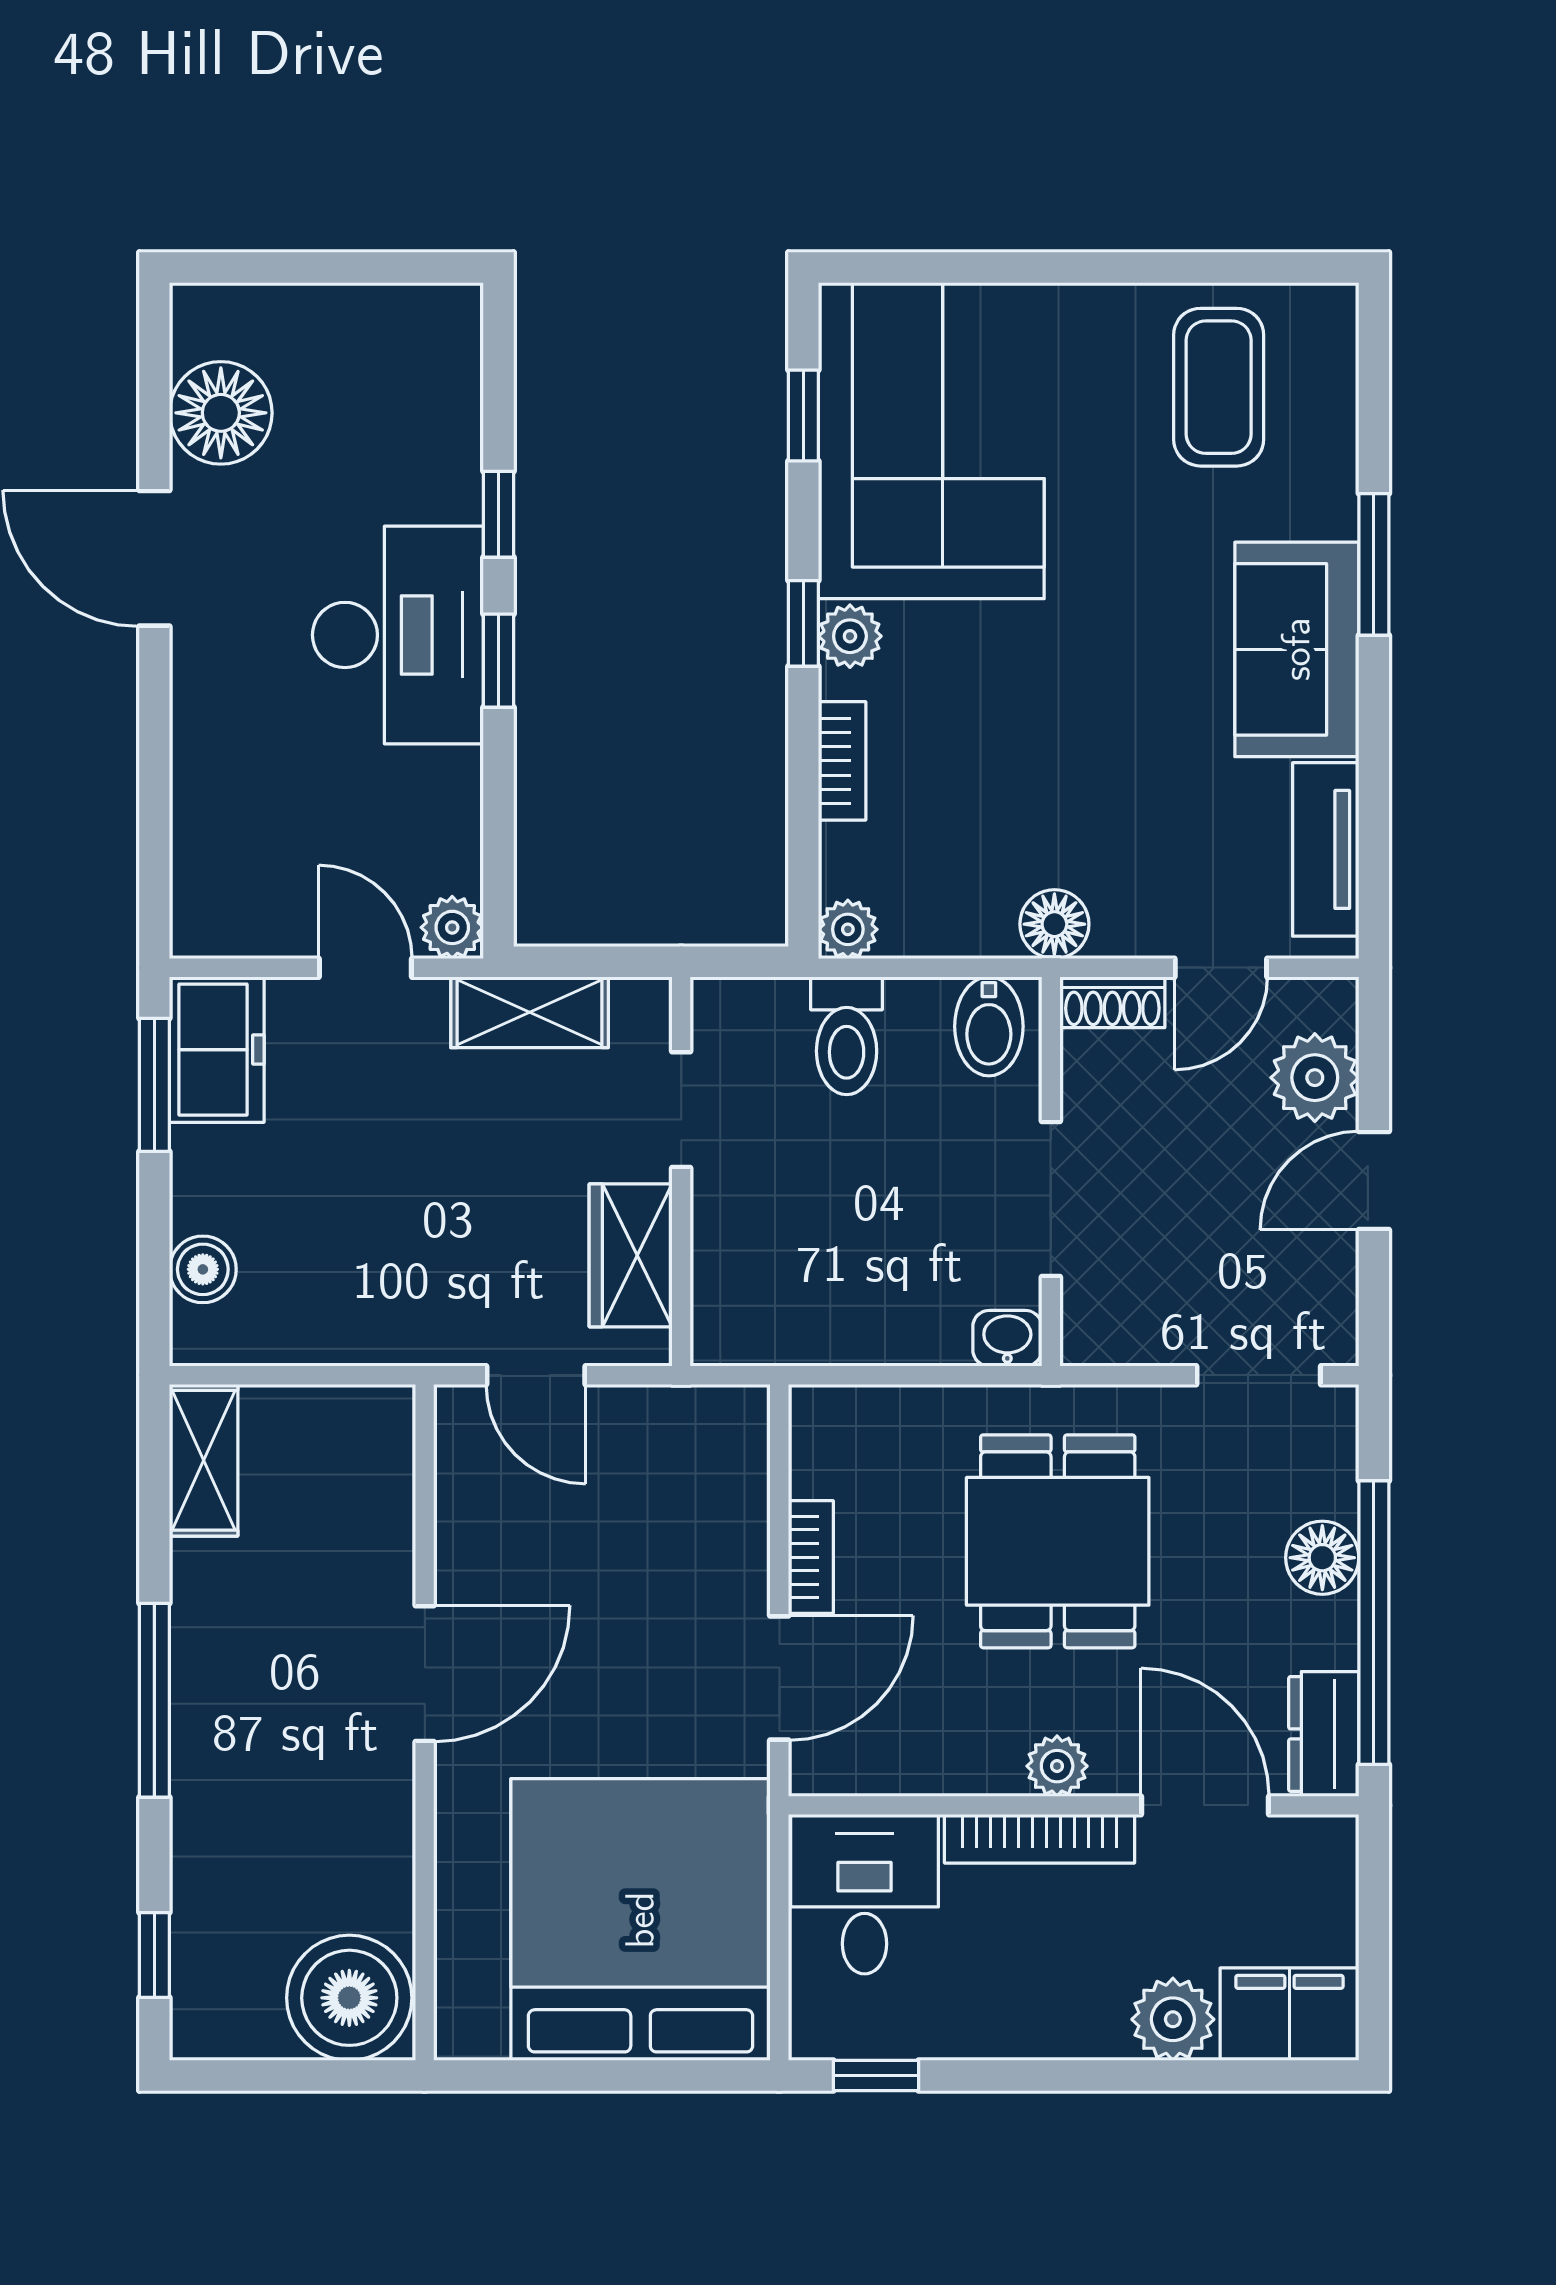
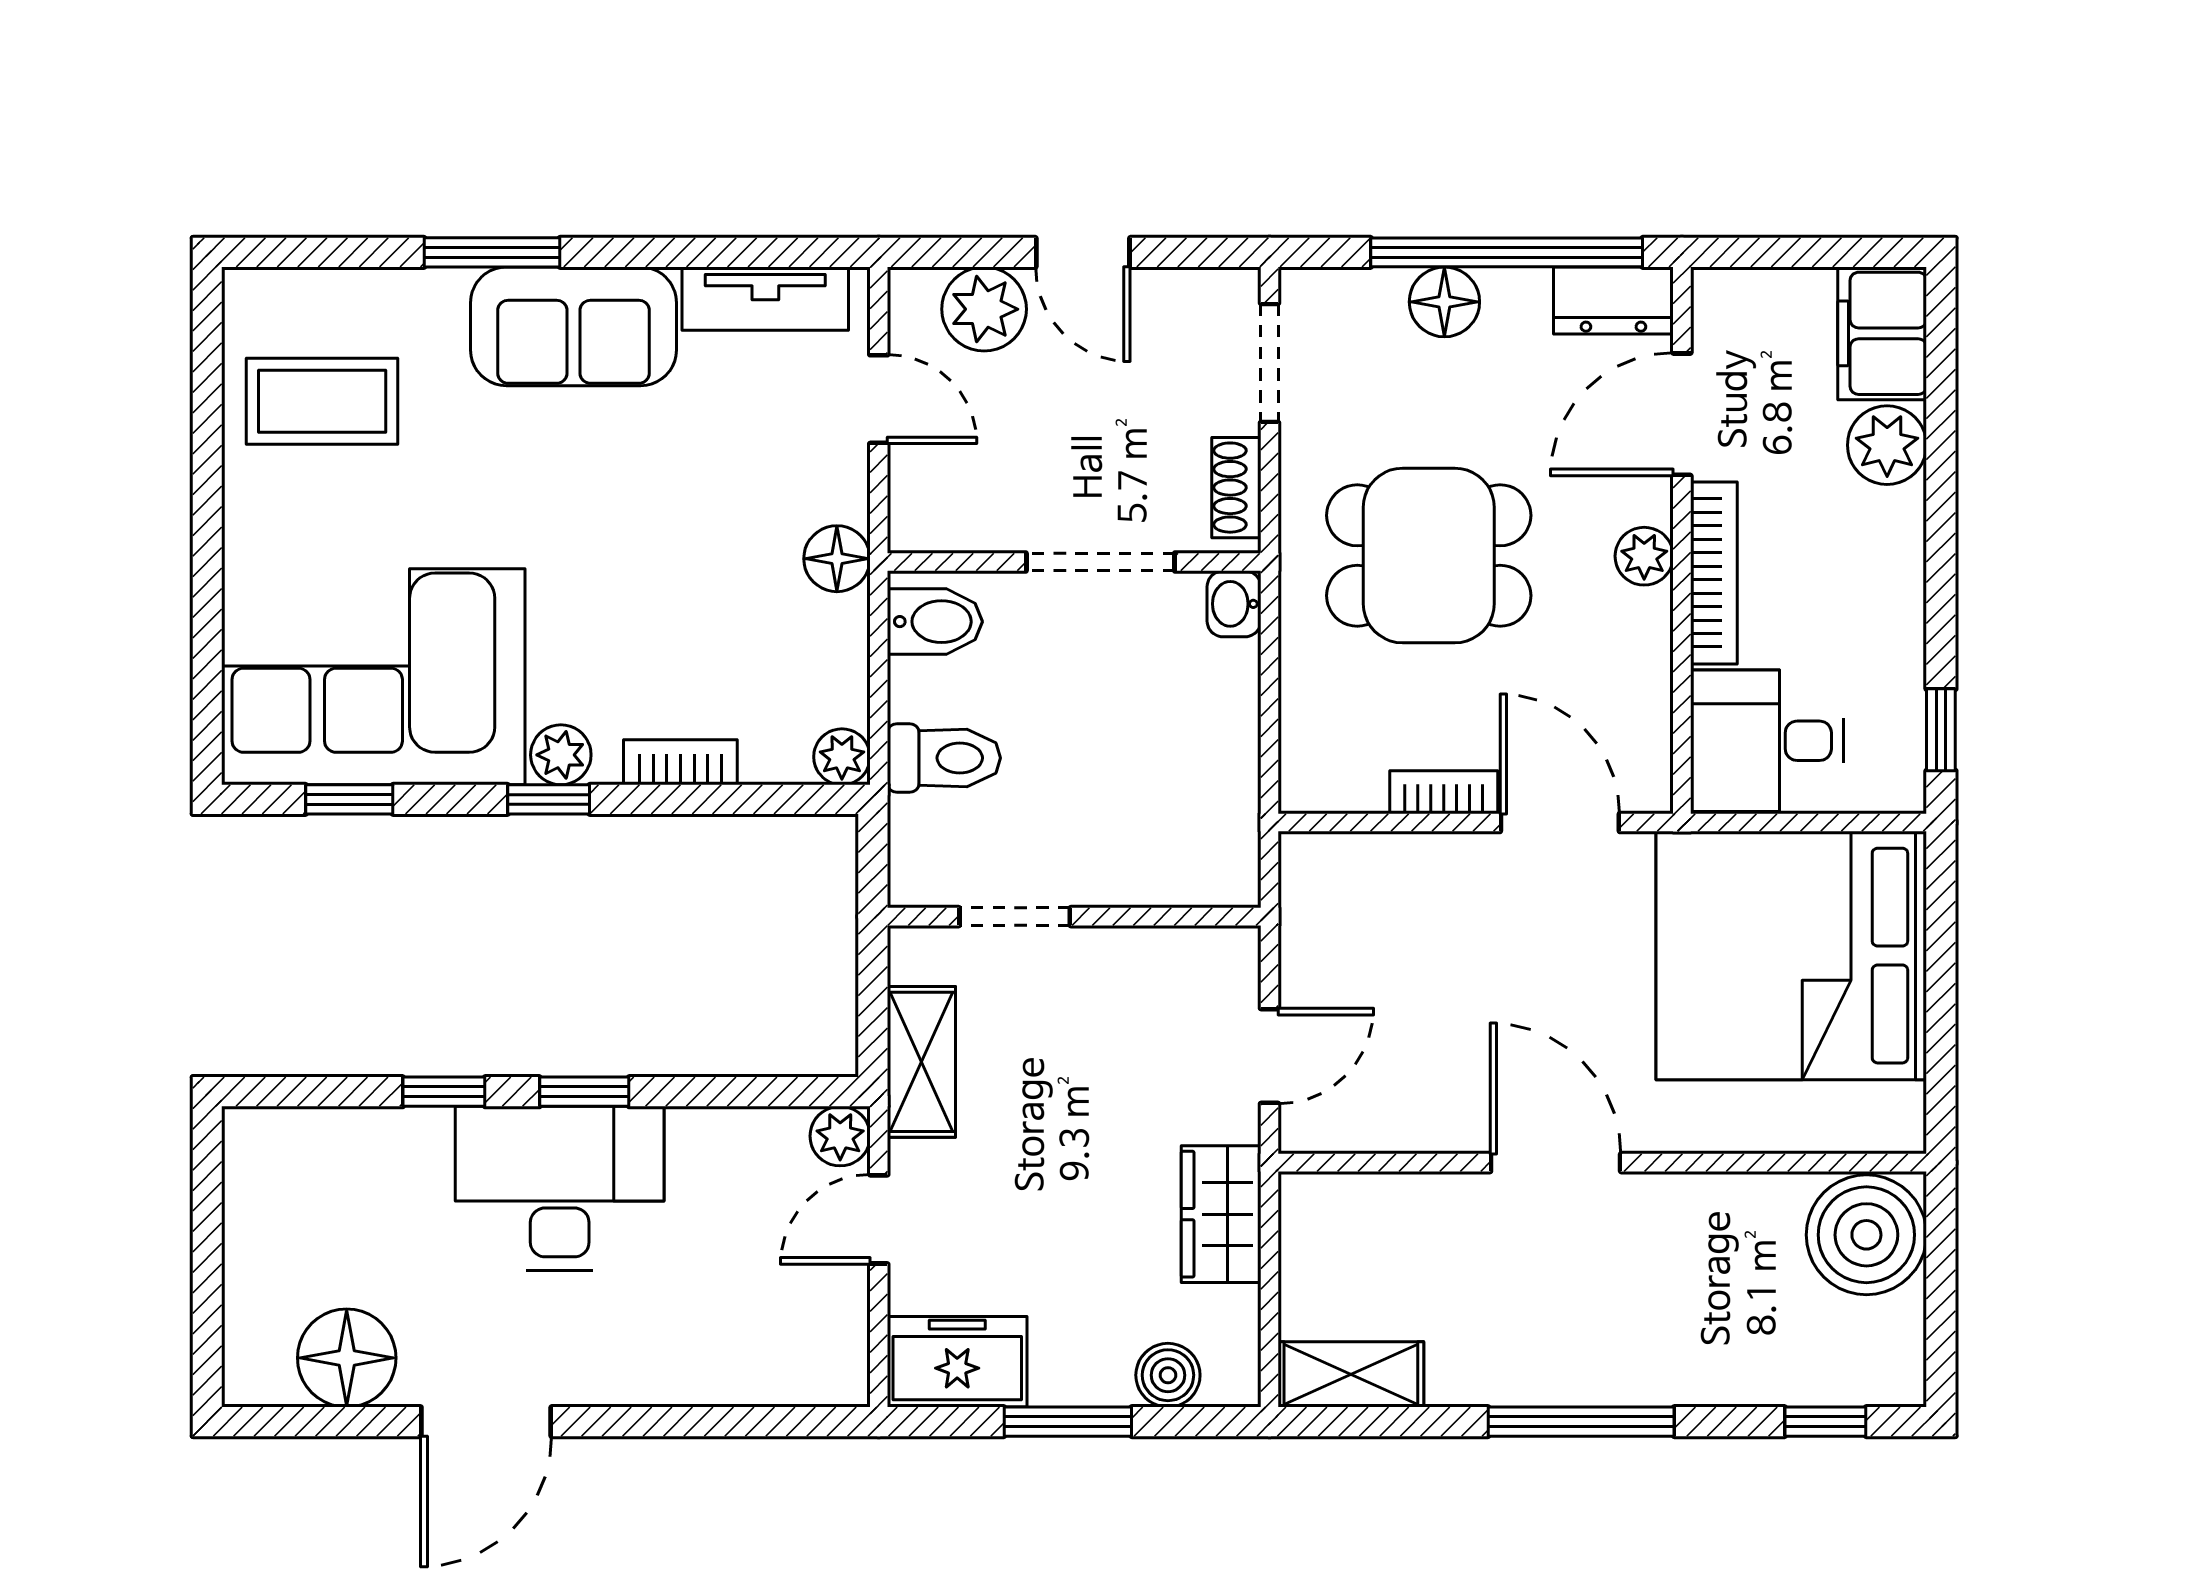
shoe rack: (1112, 1002) -> (1236, 488), moved, turned 180
window: (154, 1085) -> (1068, 1422), moved
wardrobe: (631, 1255) -> (1221, 1214), moved, turned 90

